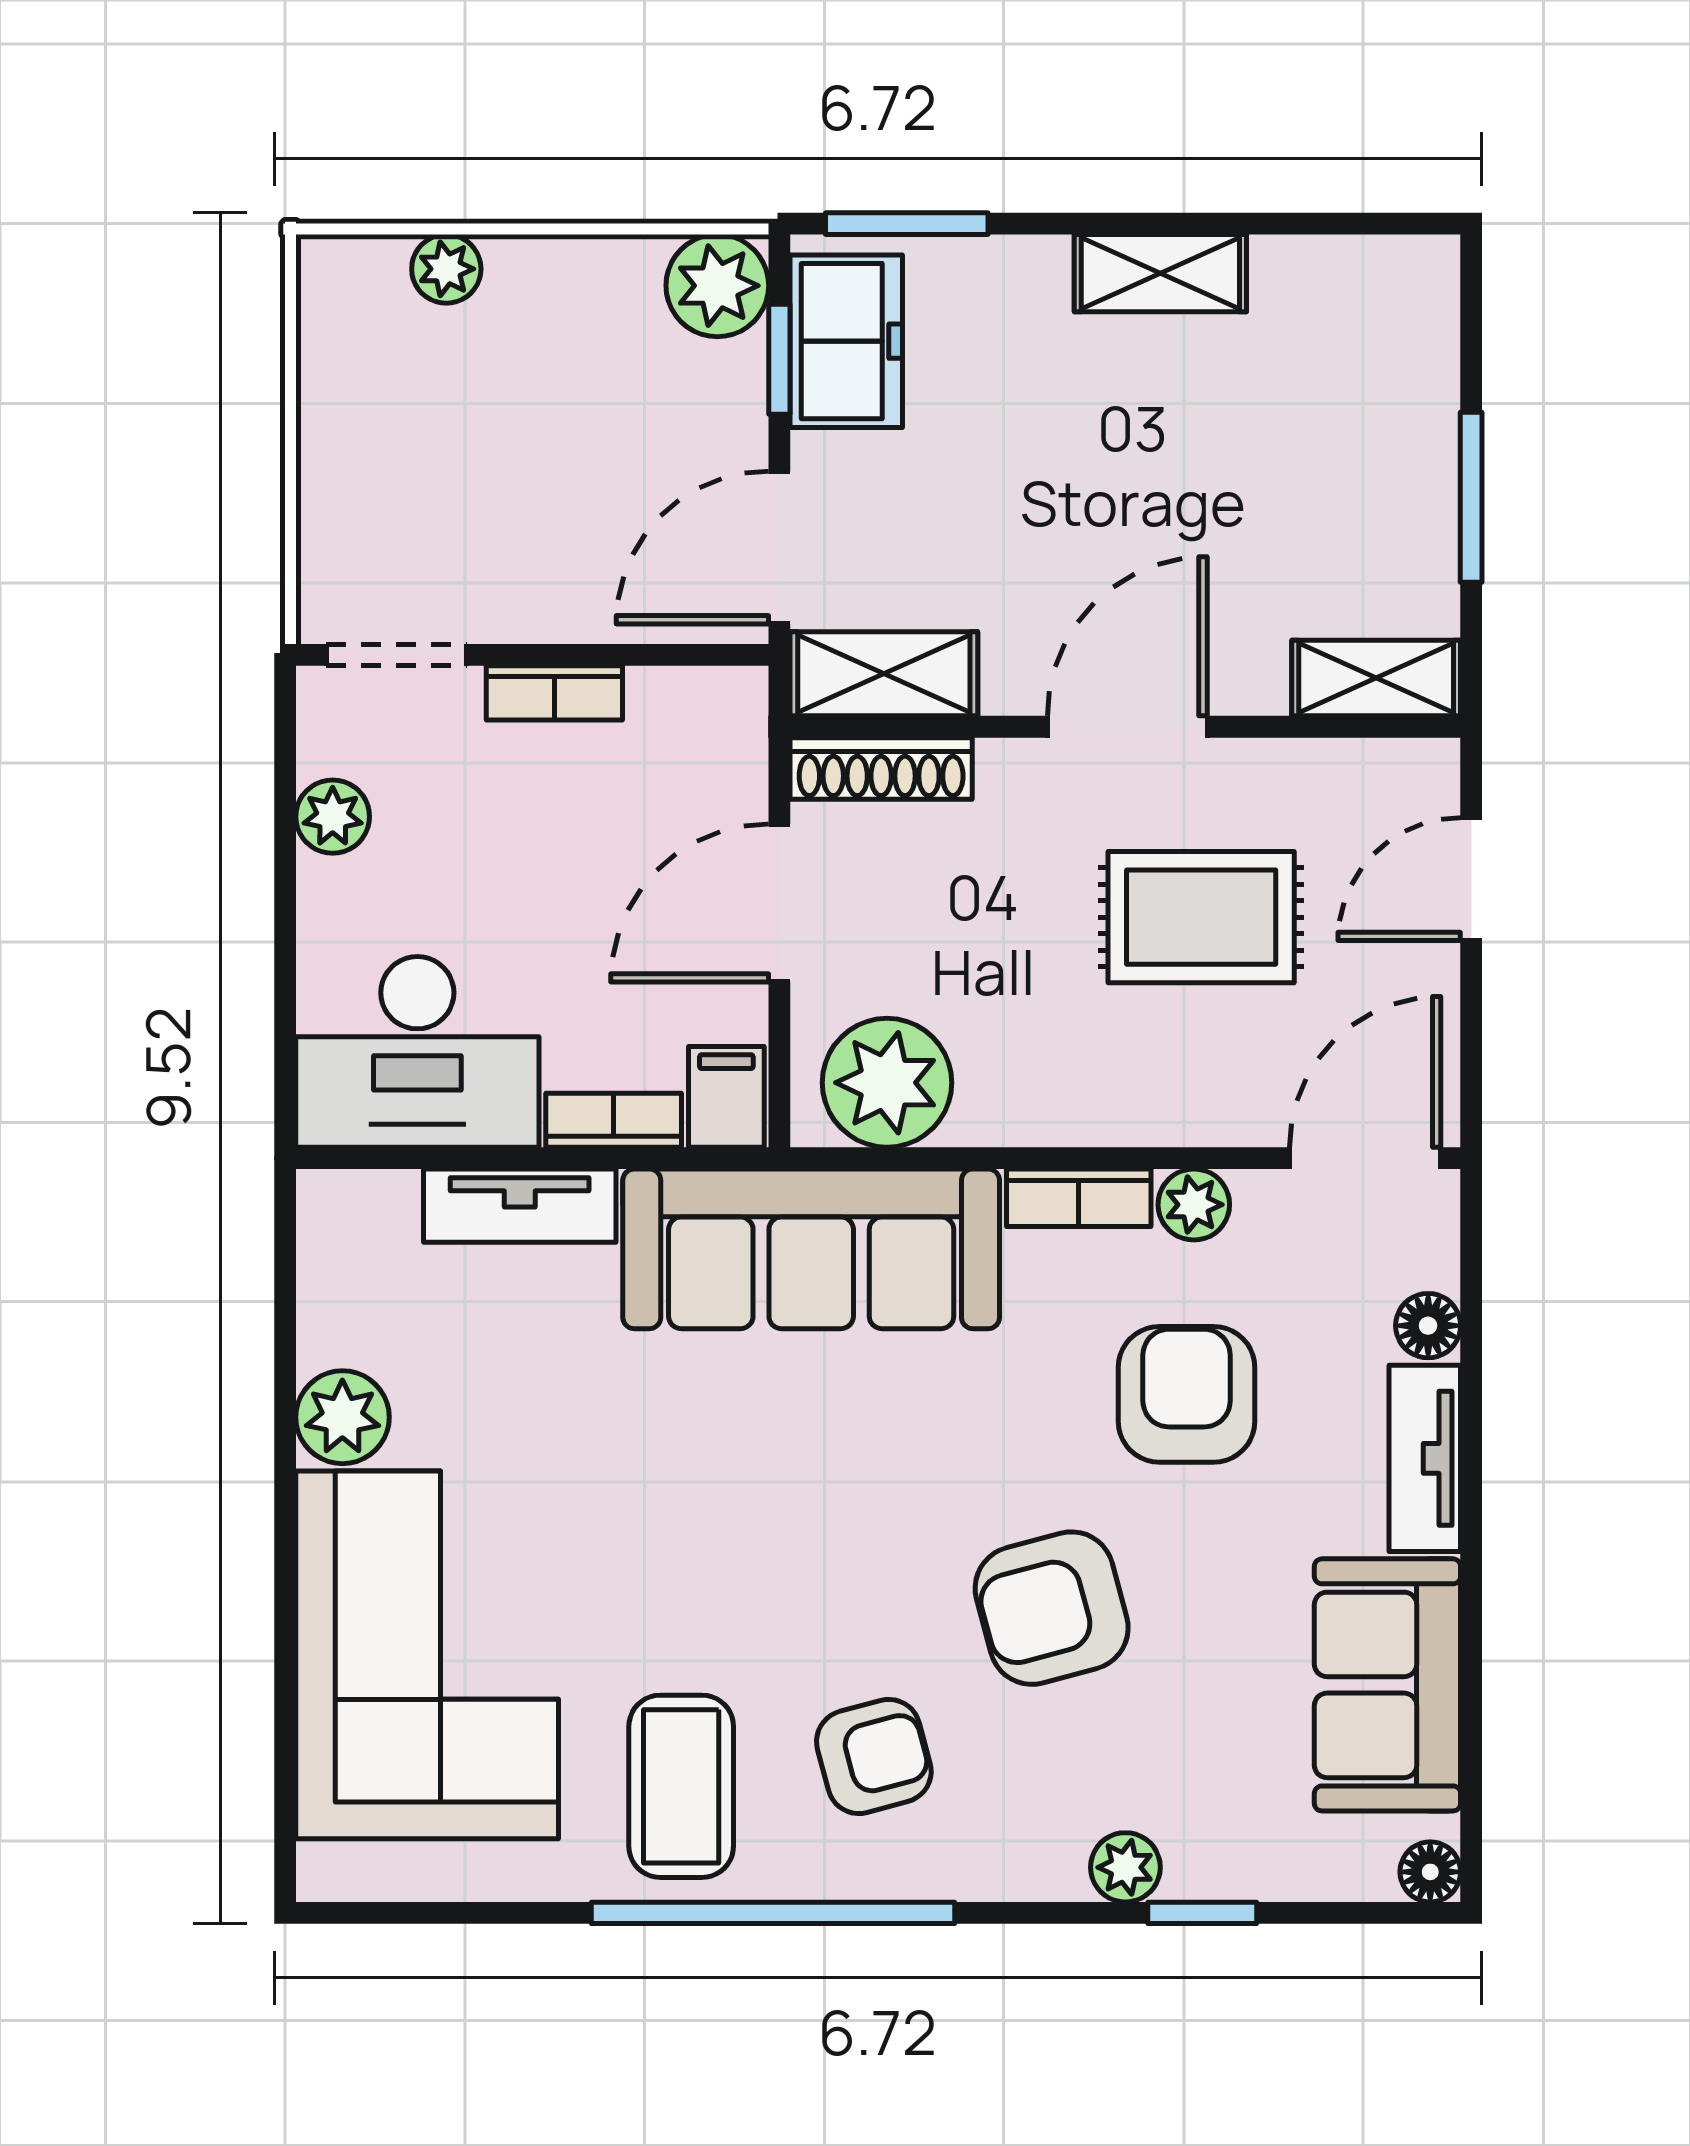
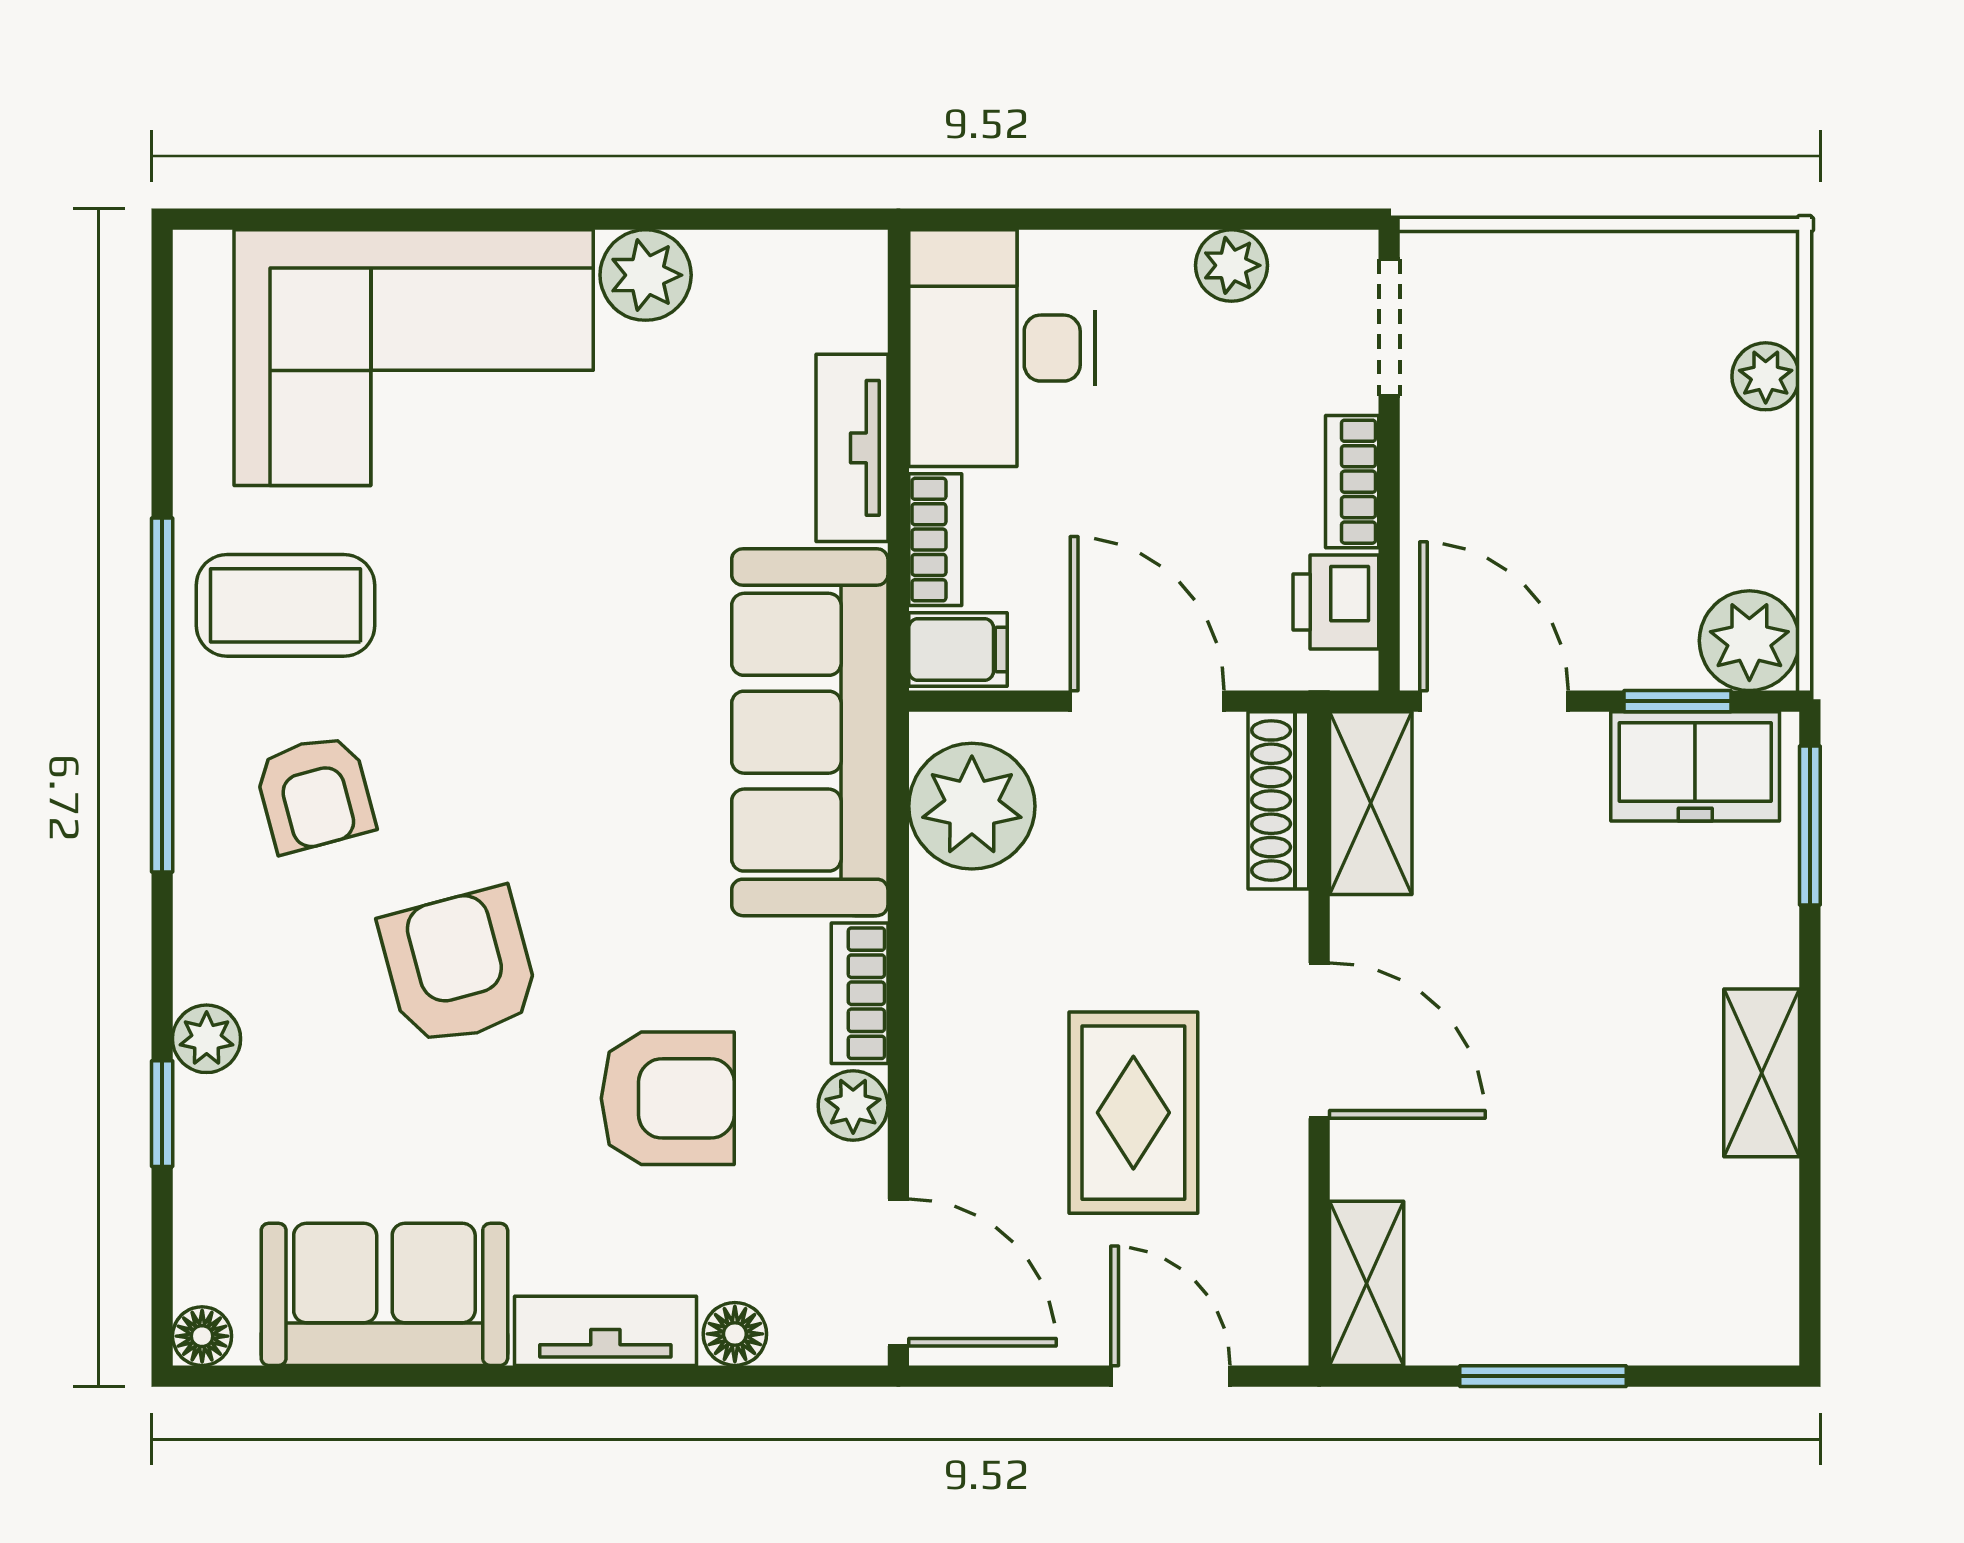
printer: (678, 710) -> (1336, 602), added

